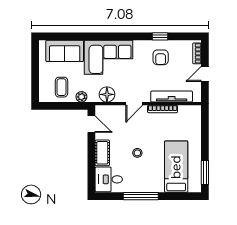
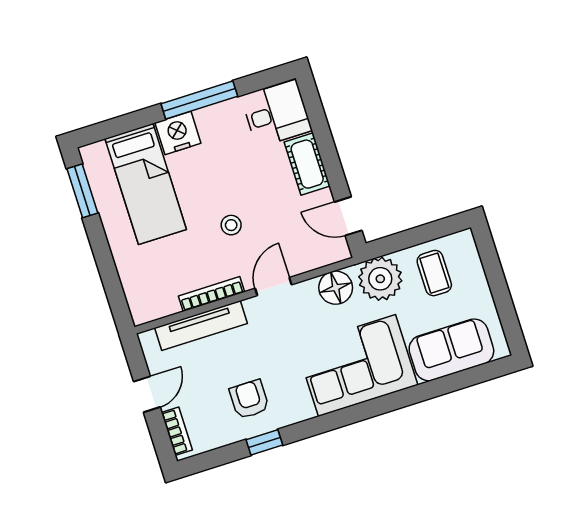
plant: (81, 97) -> (380, 279), width x1.88, depth x1.88
stool: (137, 153) -> (231, 225), moved
nightstand: (155, 185) -> (178, 133), added

